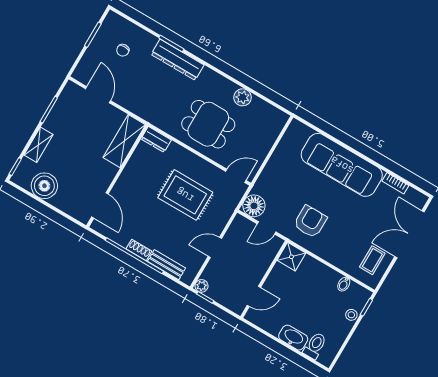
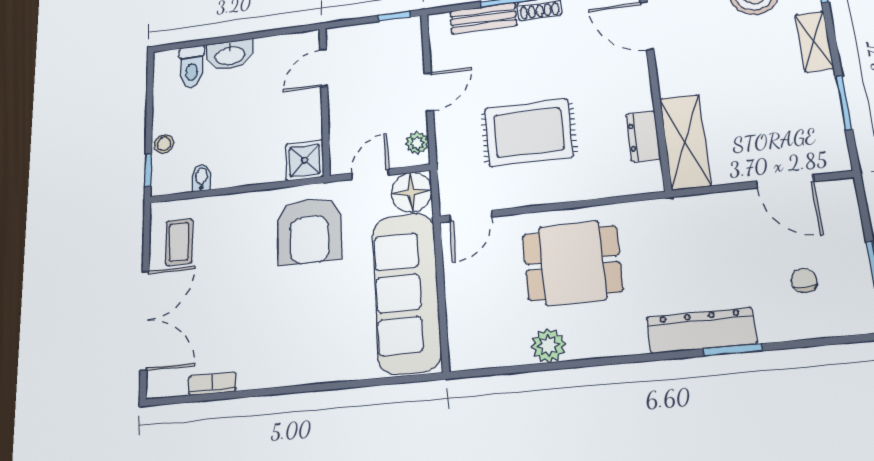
dresser: (156, 139) -> (643, 136), moved, turned -90
sofa: (342, 165) -> (406, 293), moved, turned -90
armchair: (310, 222) -> (309, 231), width x1.36, depth x1.36
plant: (201, 286) -> (417, 143), moved

